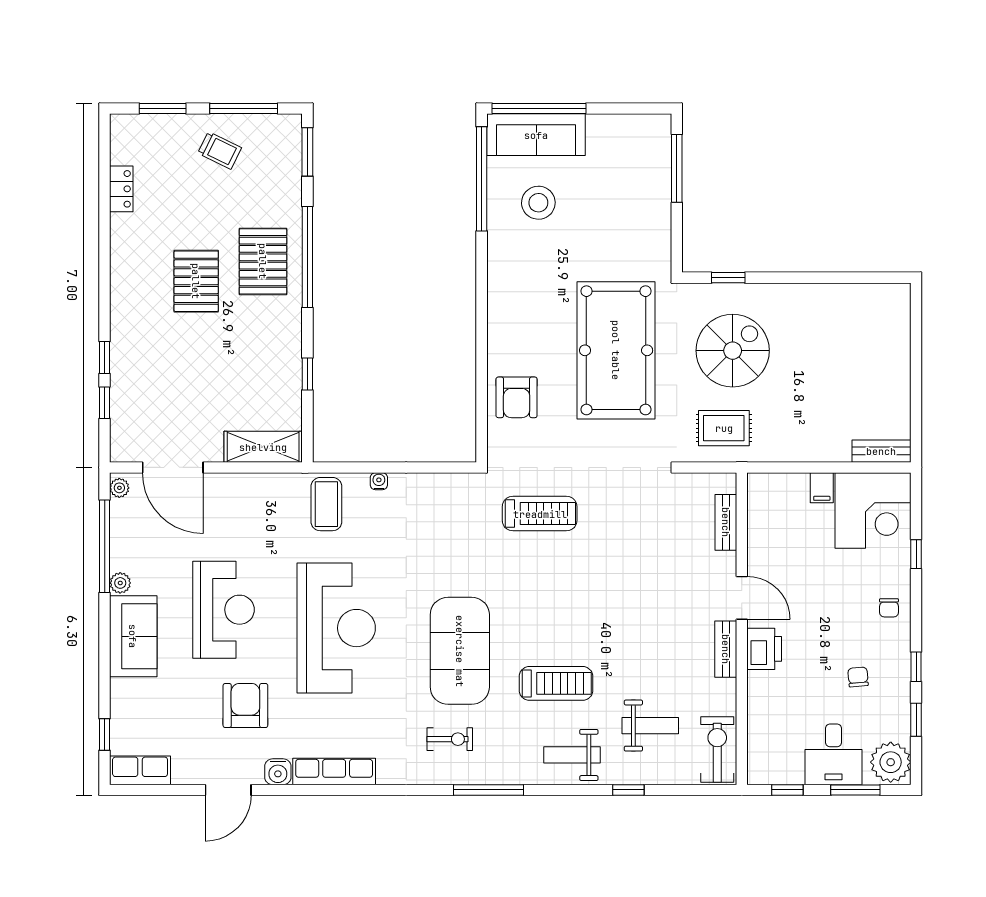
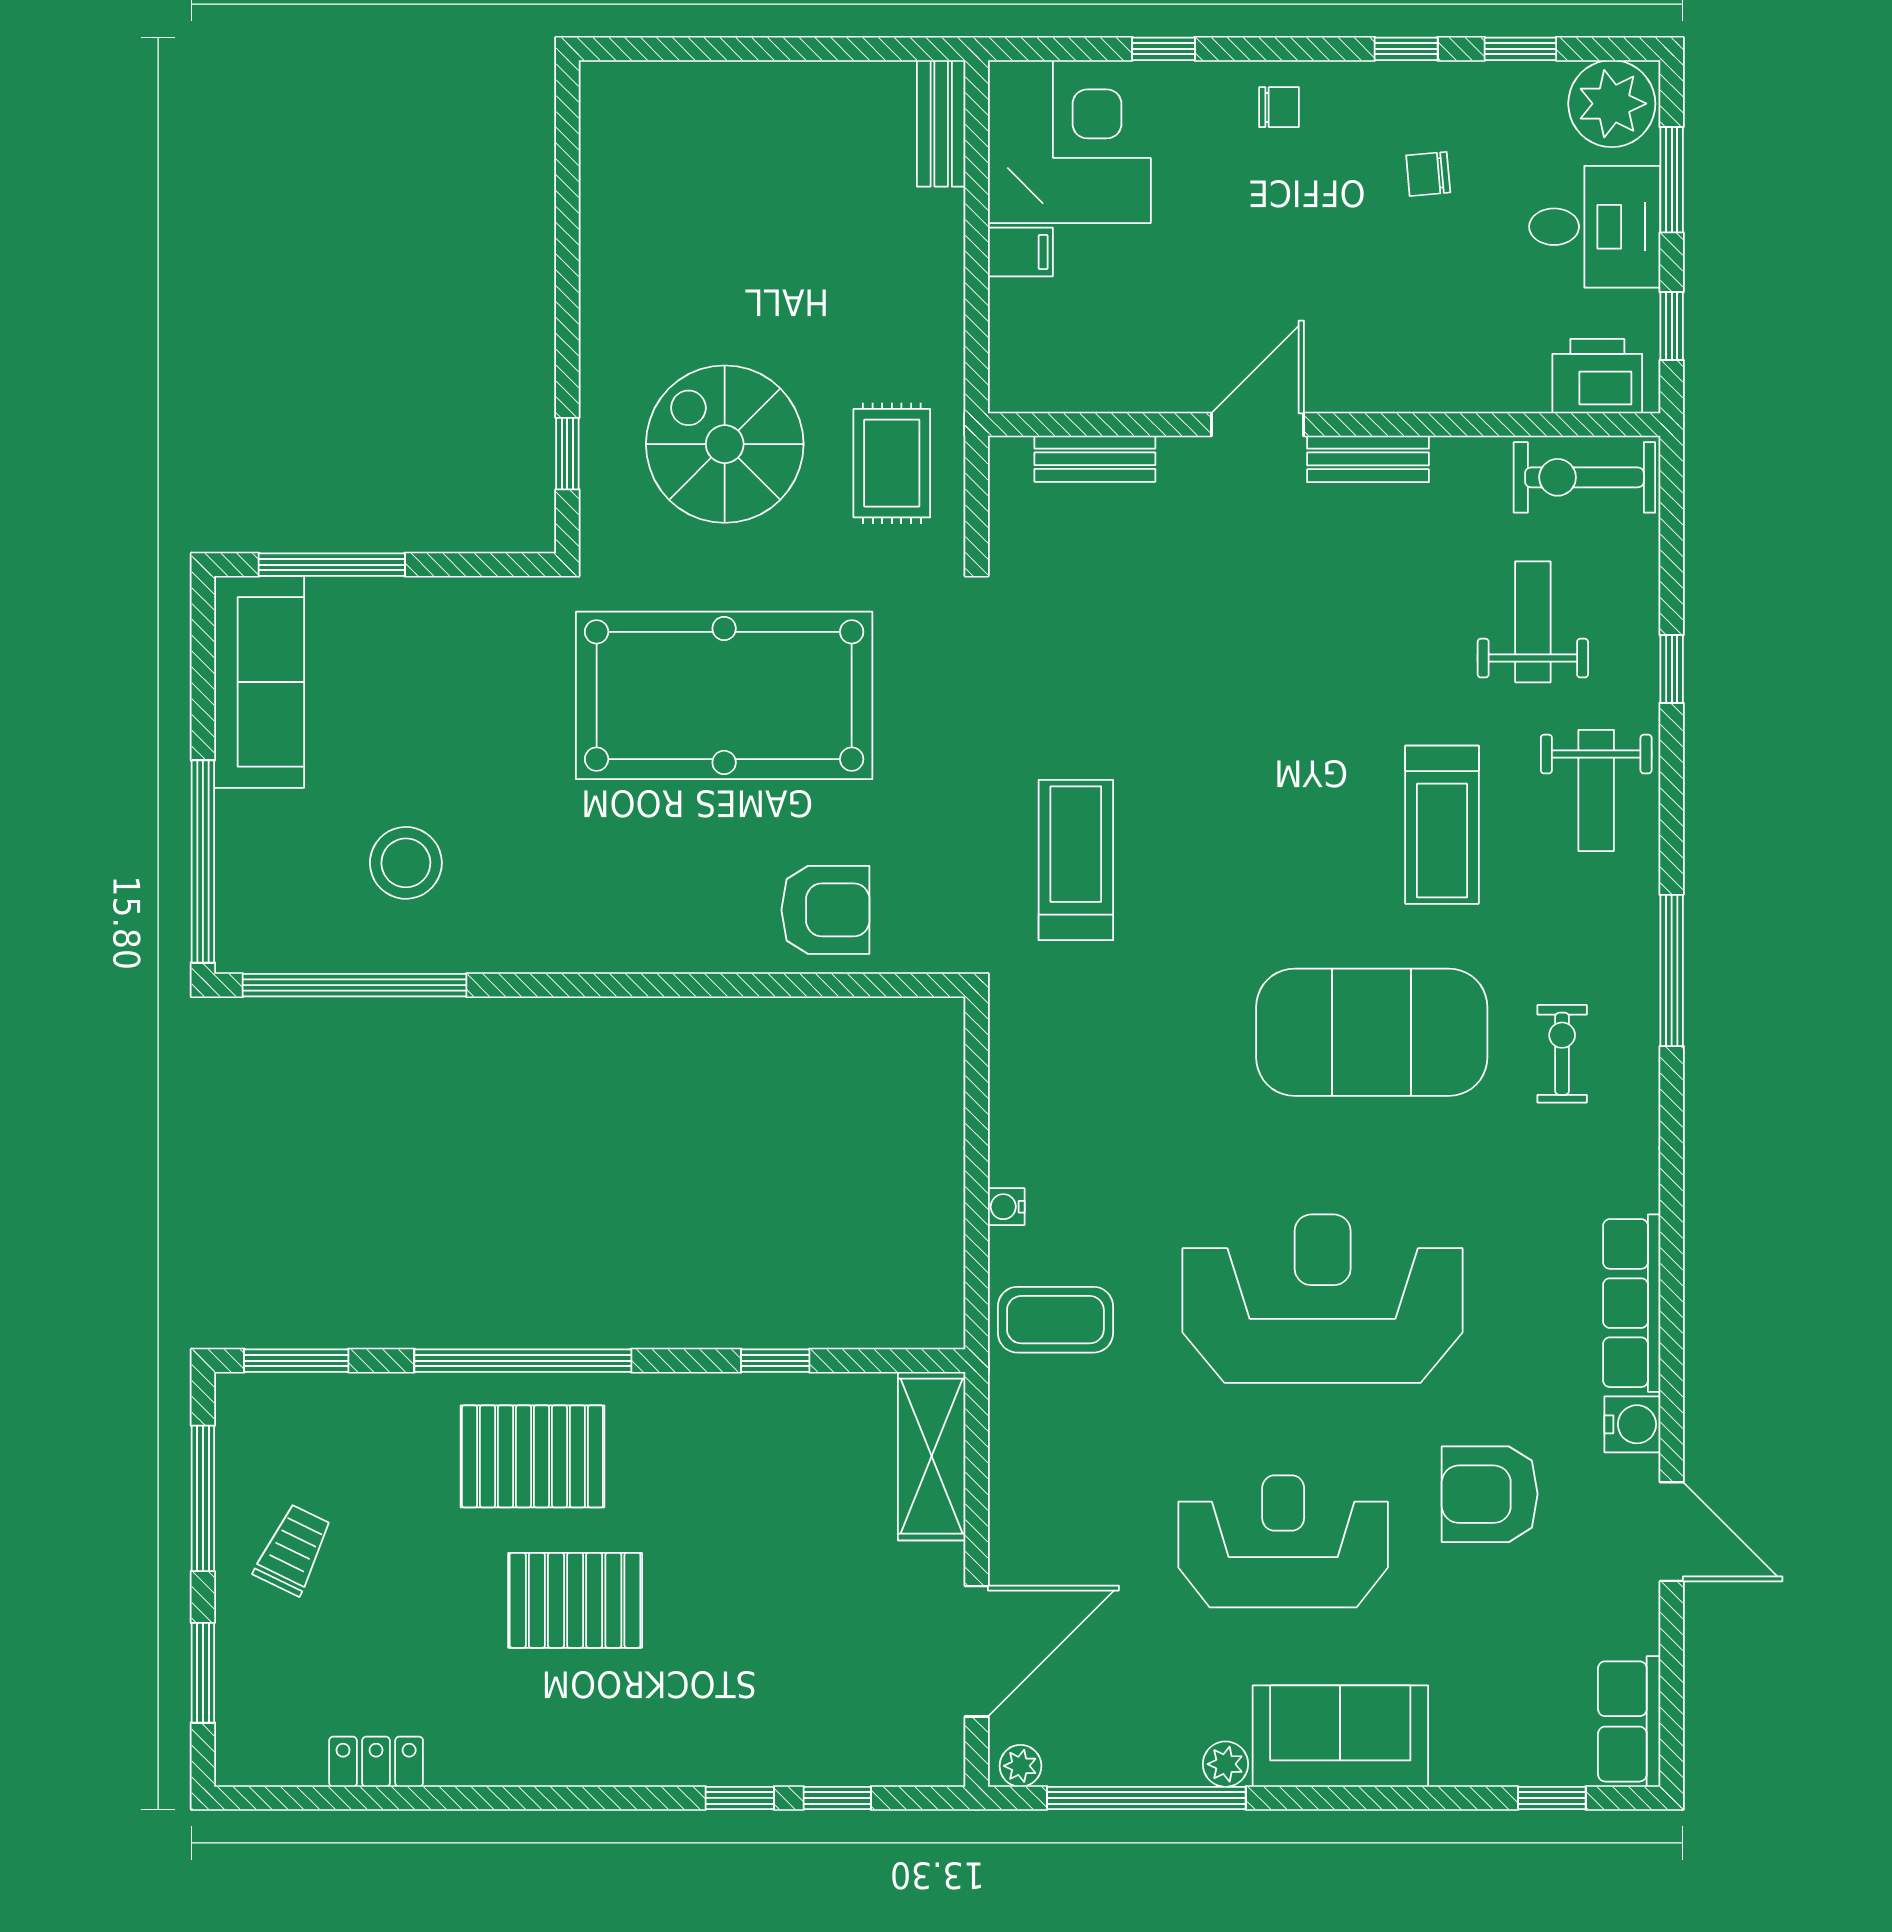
sofa: (536, 135) -> (259, 682), moved
printer: (764, 649) -> (1597, 376), moved
treadmill: (556, 683) -> (1442, 825), turned 180

